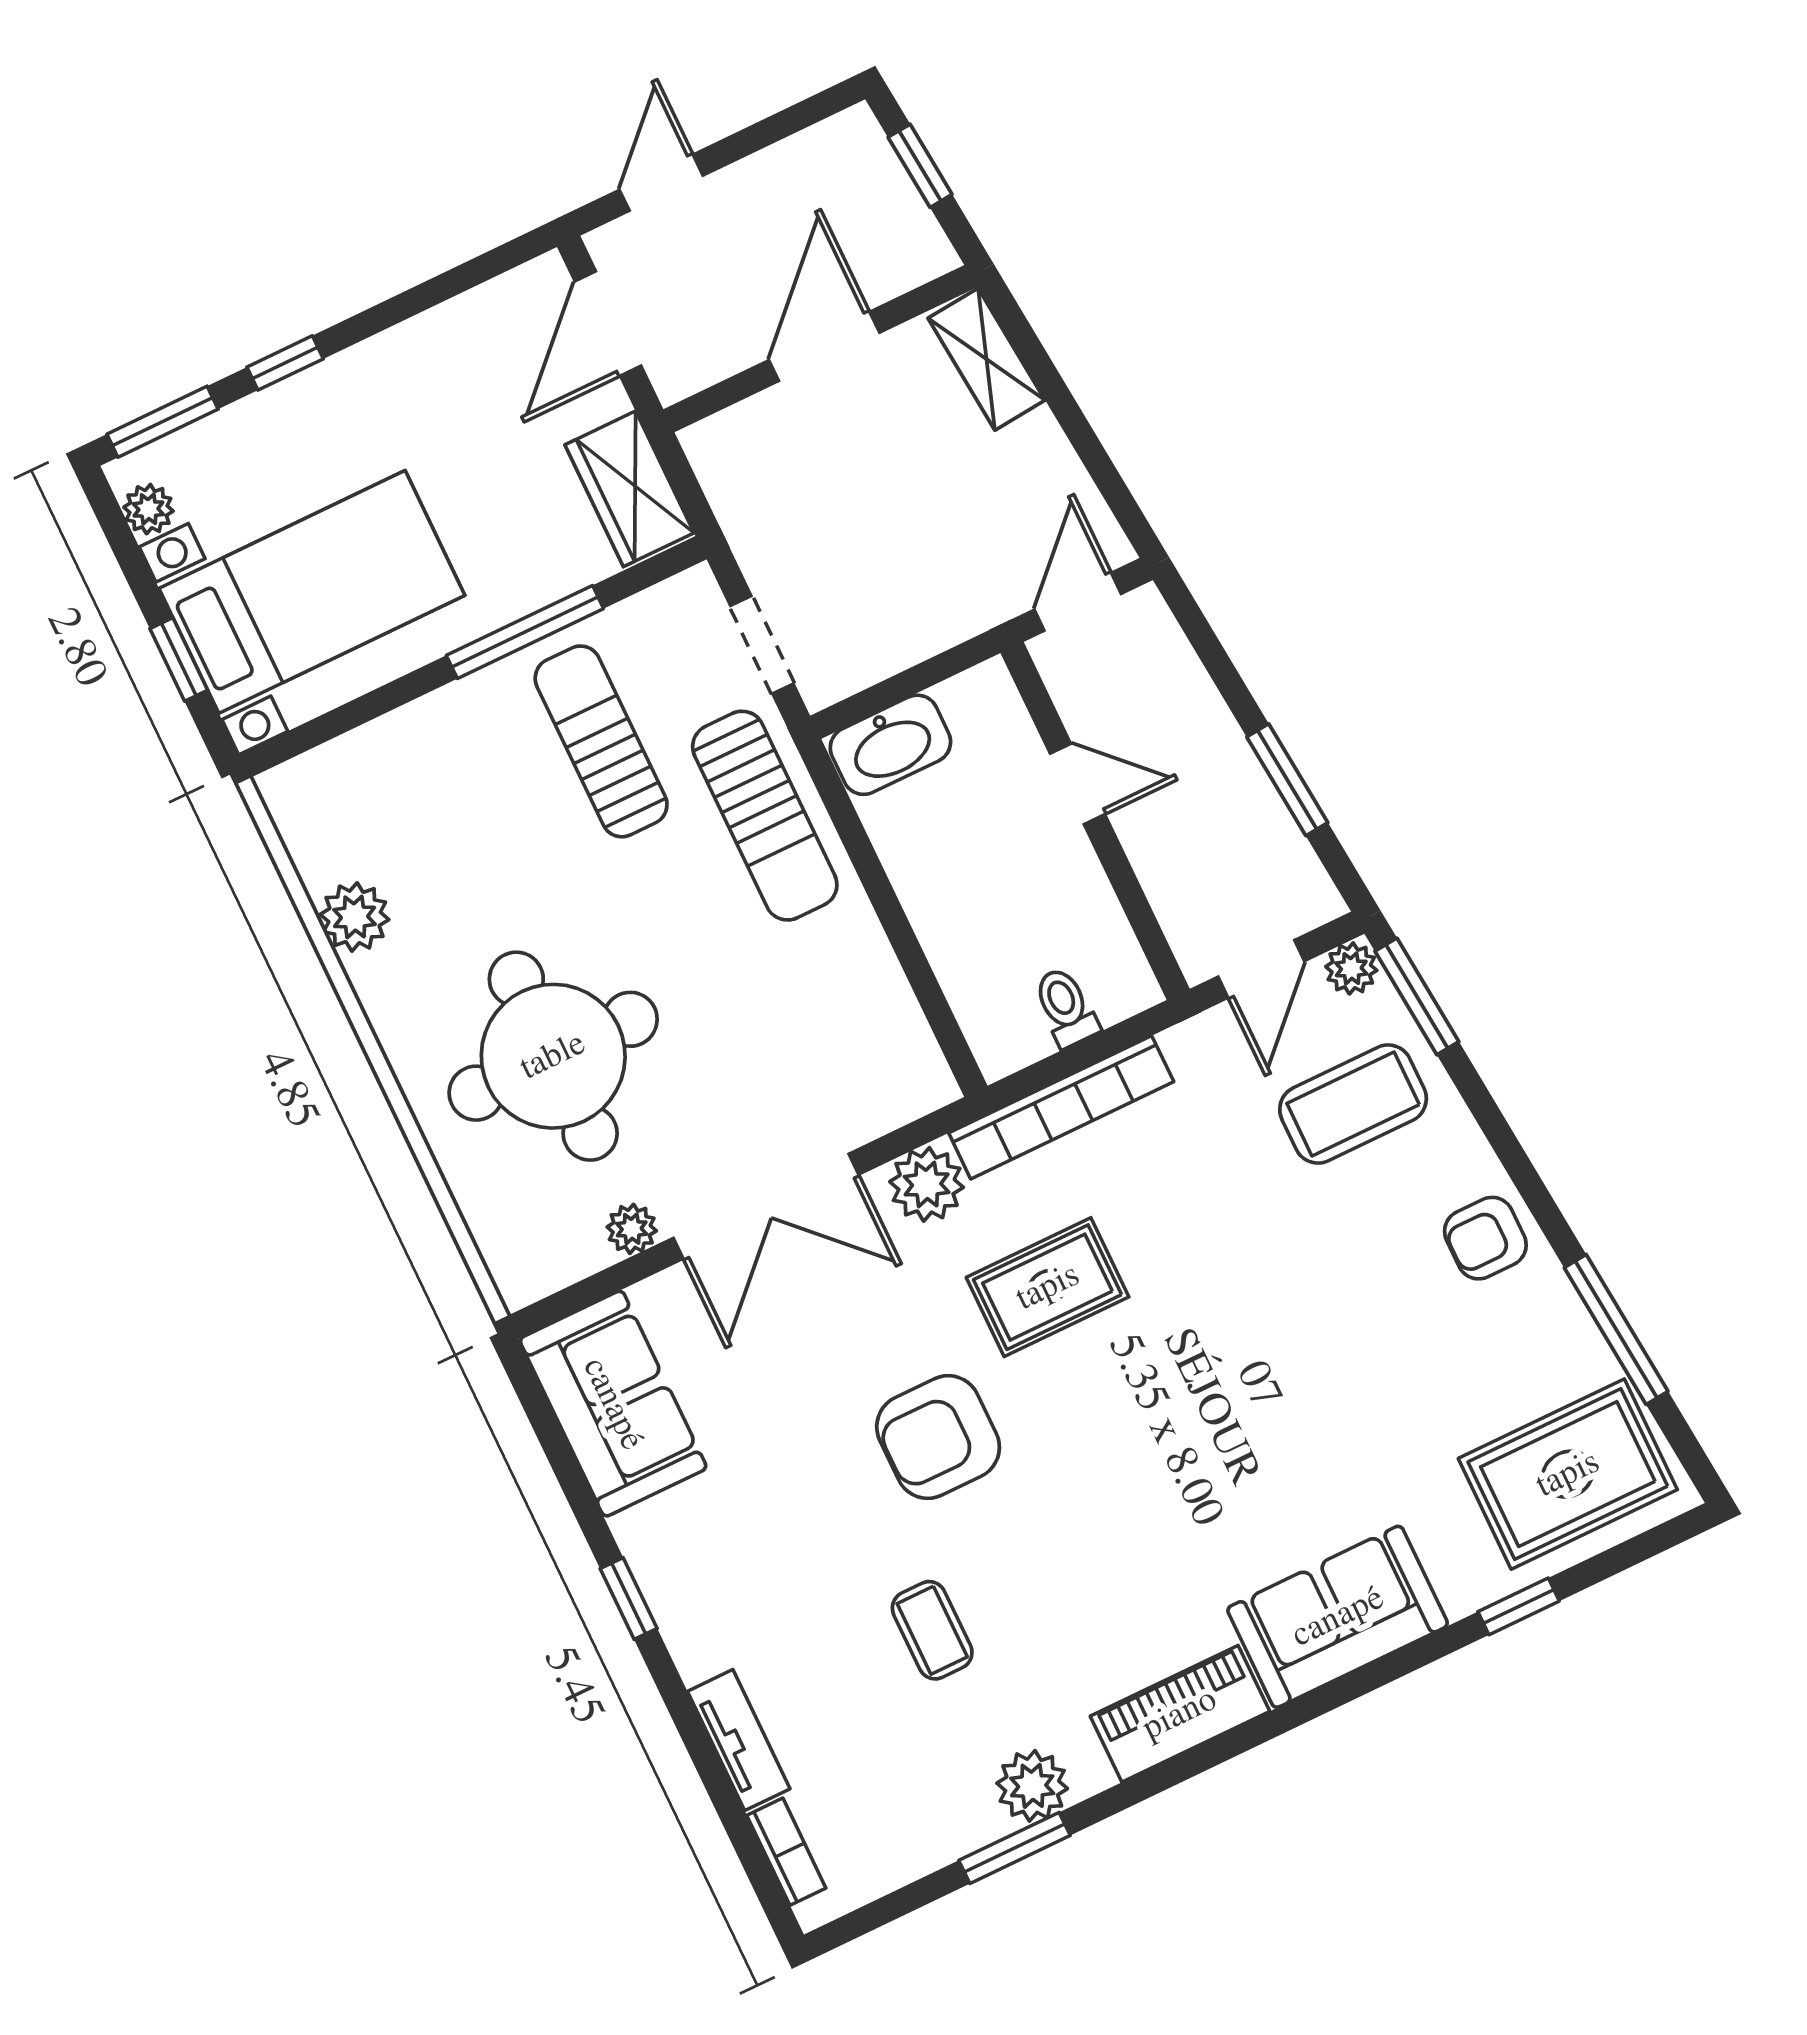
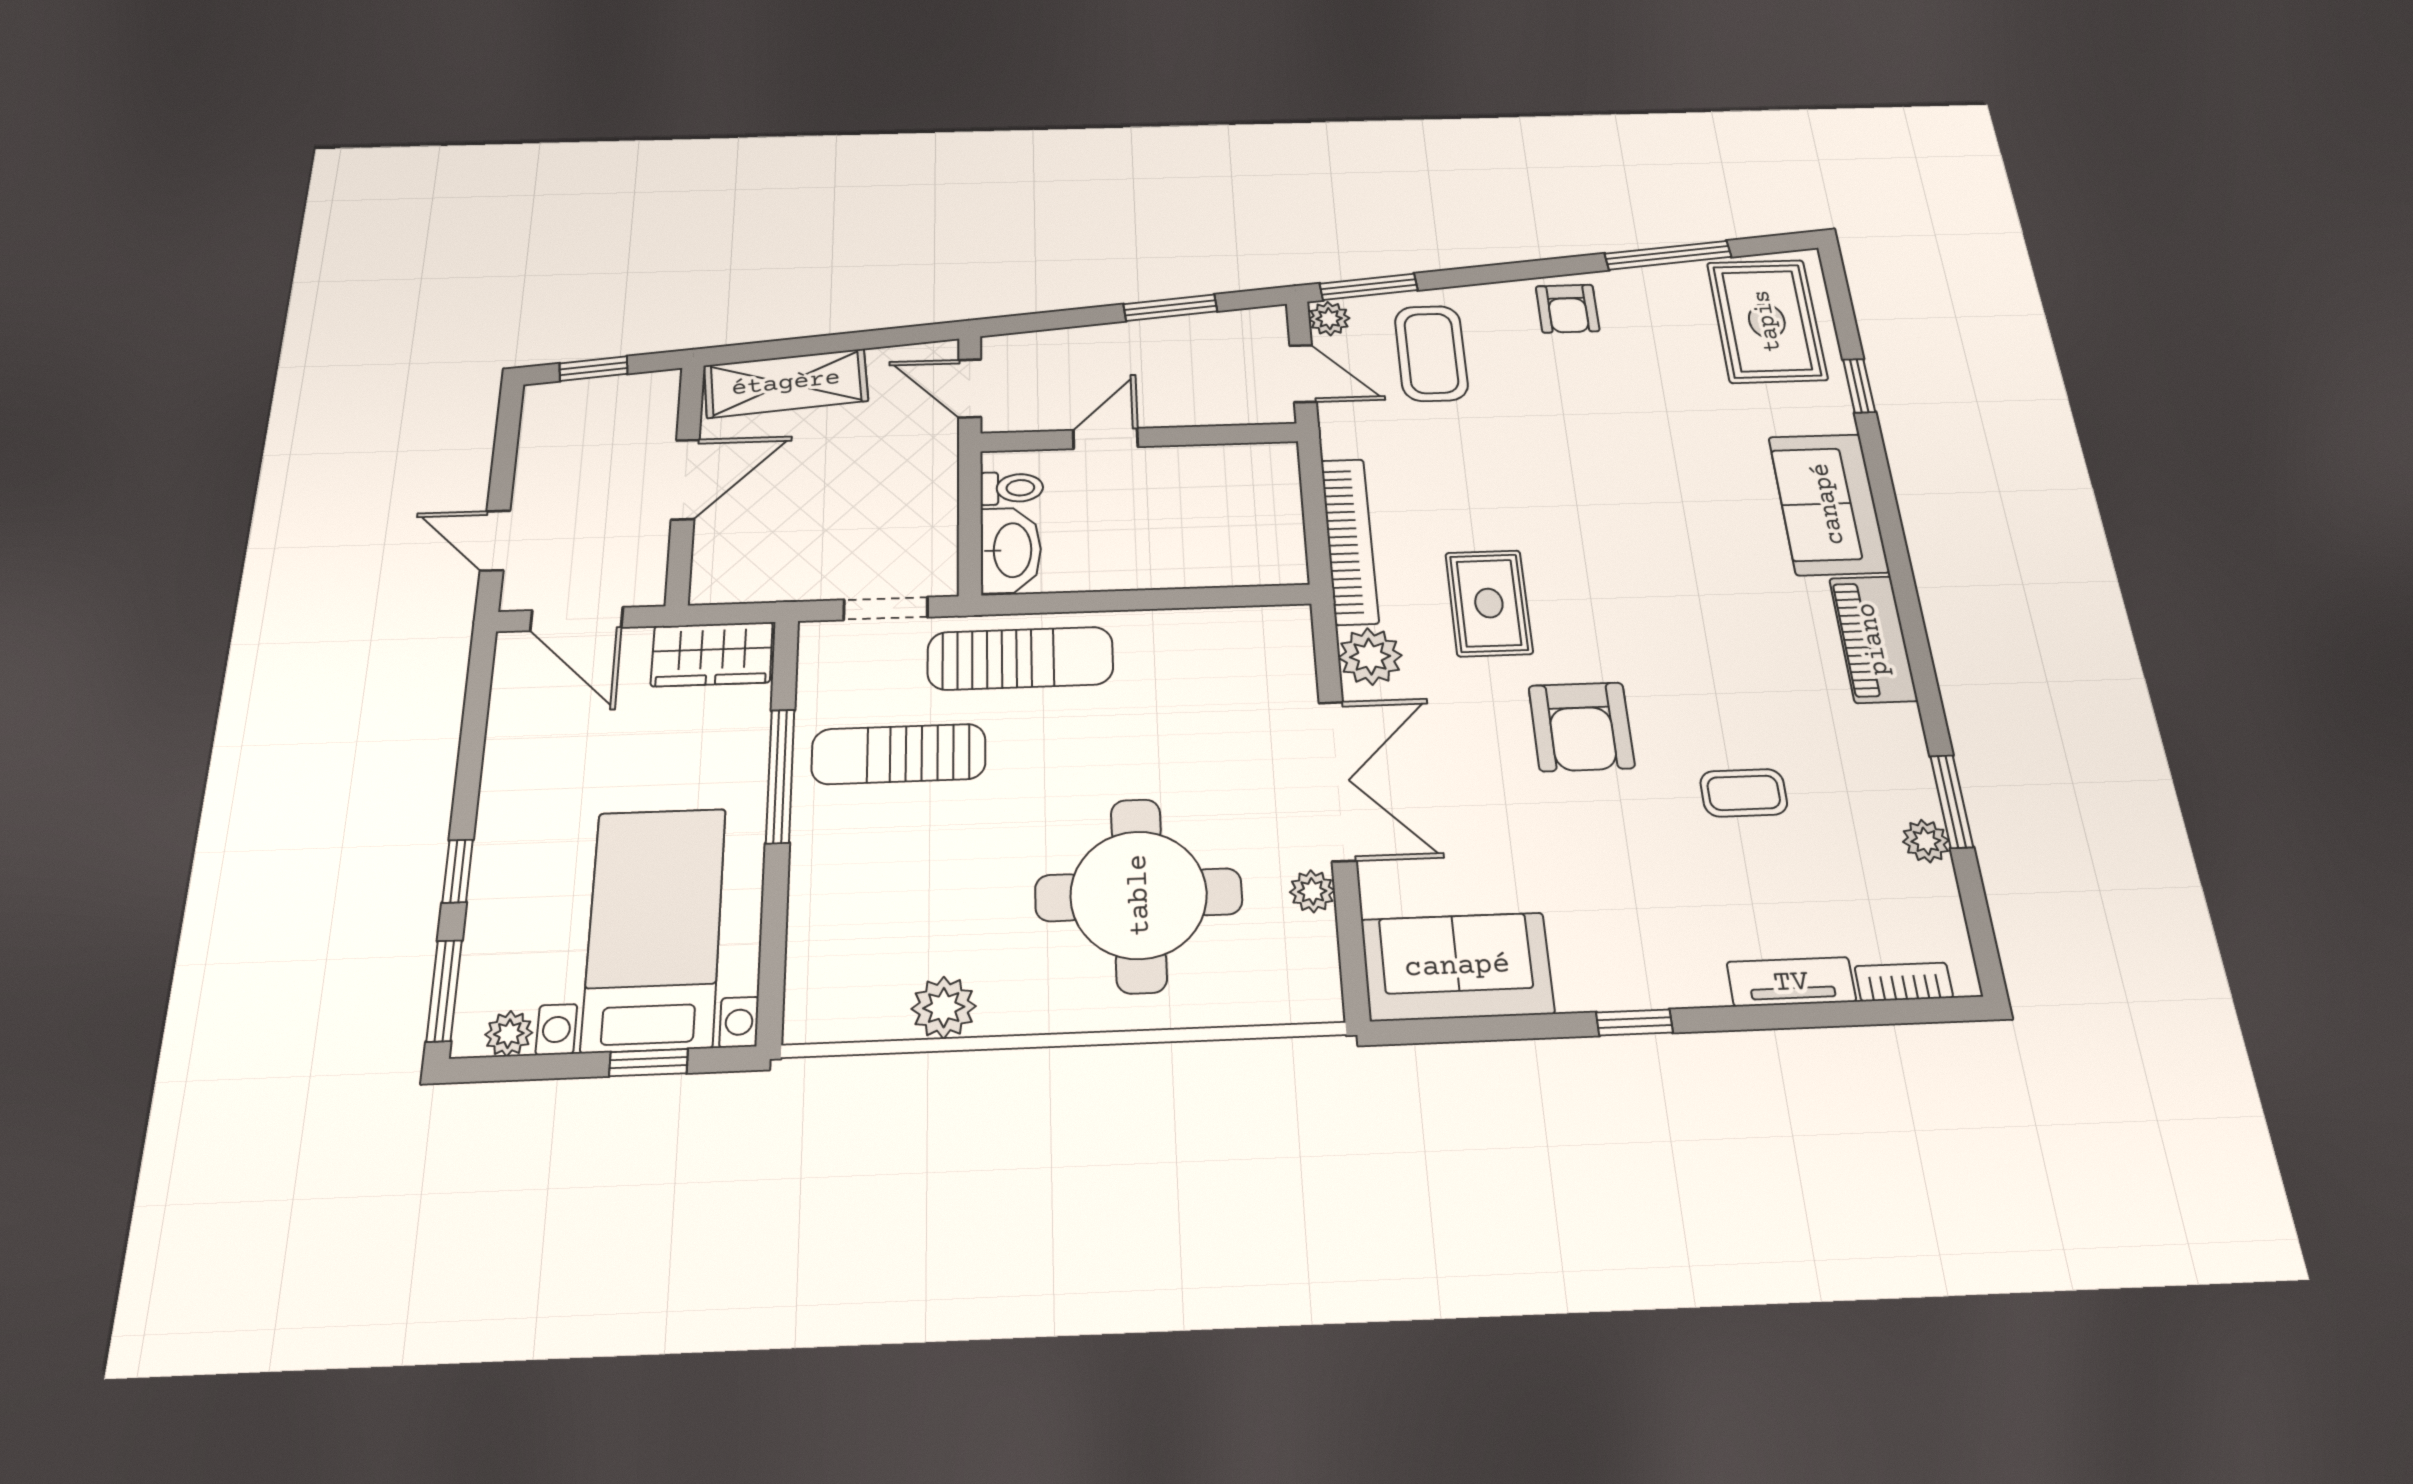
door: (824, 346) -> (685, 479), swing flipped
shelving: (987, 359) -> (786, 383), width x1.50, depth x1.33
toilet: (1066, 1007) -> (1012, 488), moved, turned 180
plant: (1032, 1786) -> (1926, 841), moved, width x0.73, depth x0.73

